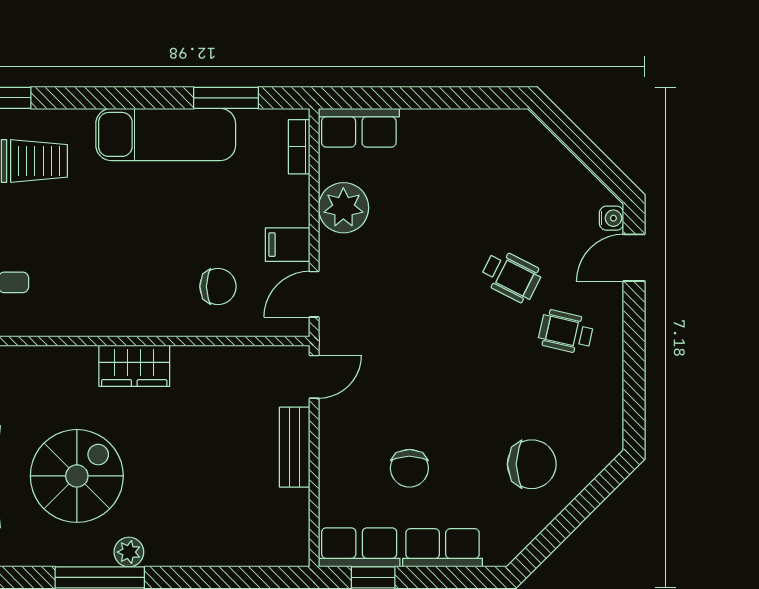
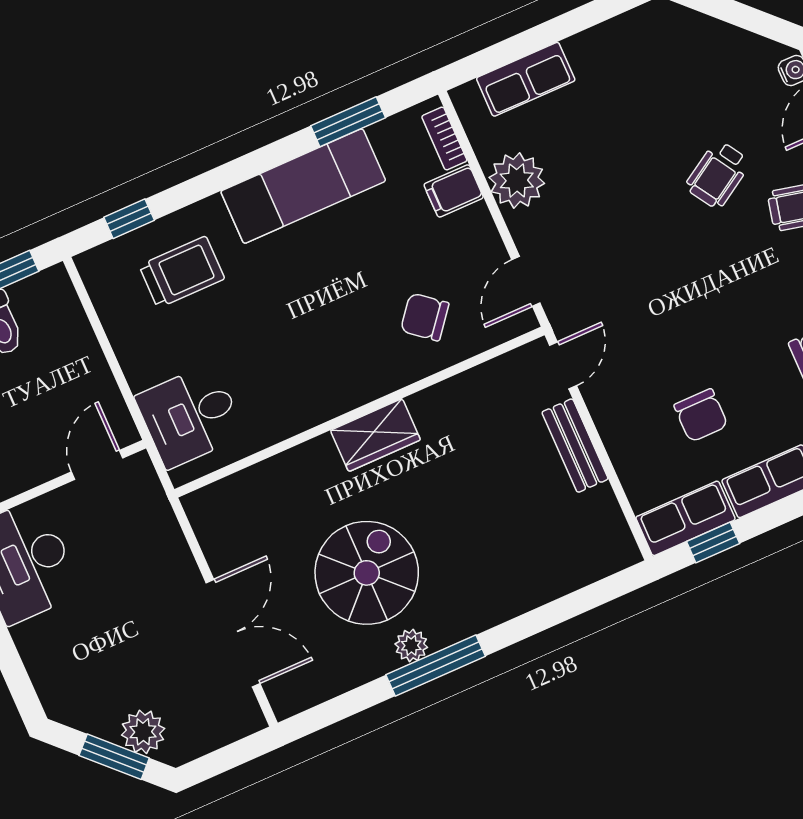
row of seats: (359, 128) -> (526, 79), moved
filing cabinet: (288, 245) -> (454, 191), moved
wheelchair: (511, 276) -> (718, 175), turned 121
chair: (218, 286) -> (425, 317), turned -141
plant: (129, 552) -> (411, 646), moved

